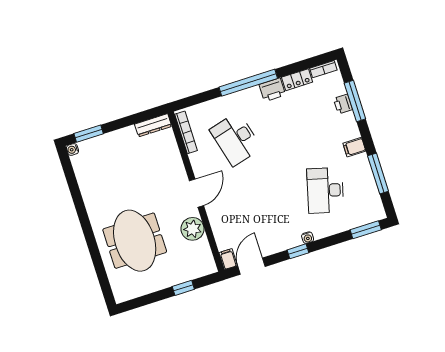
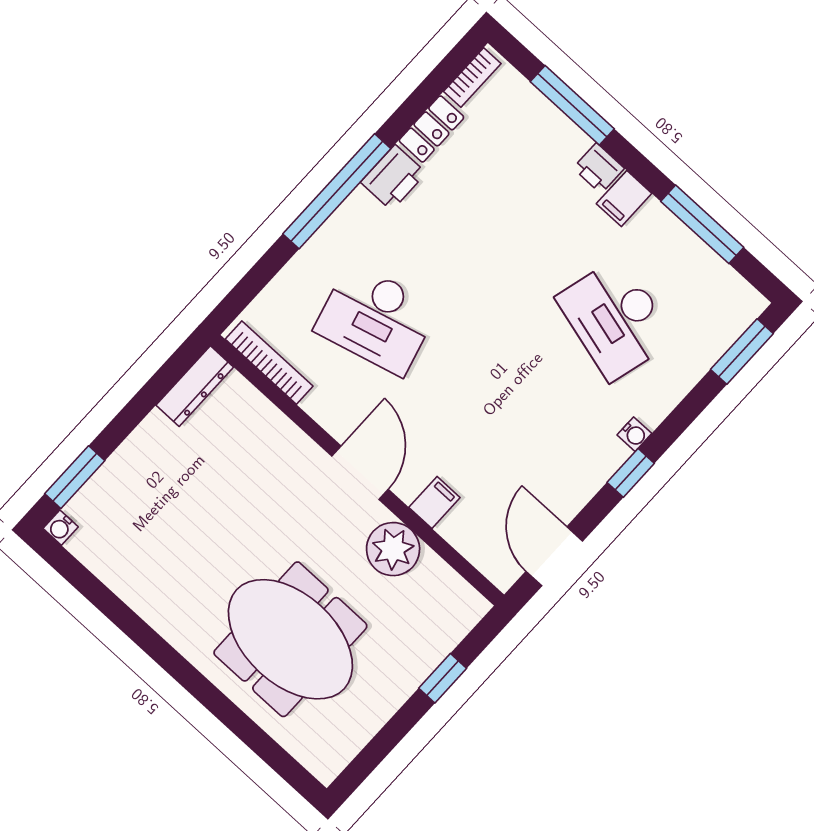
printer: (343, 104) -> (599, 168), moved
filing cabinet: (228, 259) -> (434, 502), moved, turned 90

